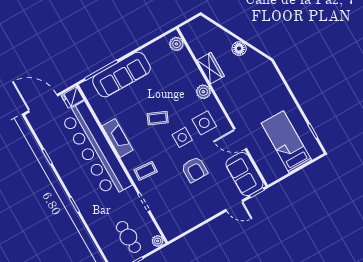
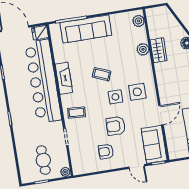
plant: (203, 92) -> (143, 49), moved
door: (240, 139) -> (161, 115), swing flipped
armchair: (194, 169) -> (116, 126), turned 90
armchair: (194, 202) -> (106, 152), added

